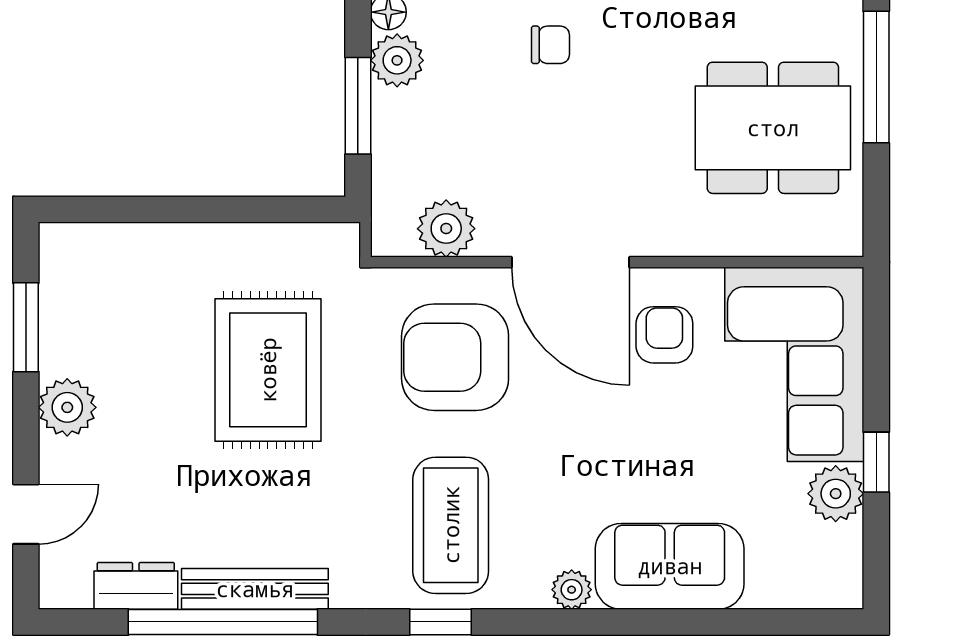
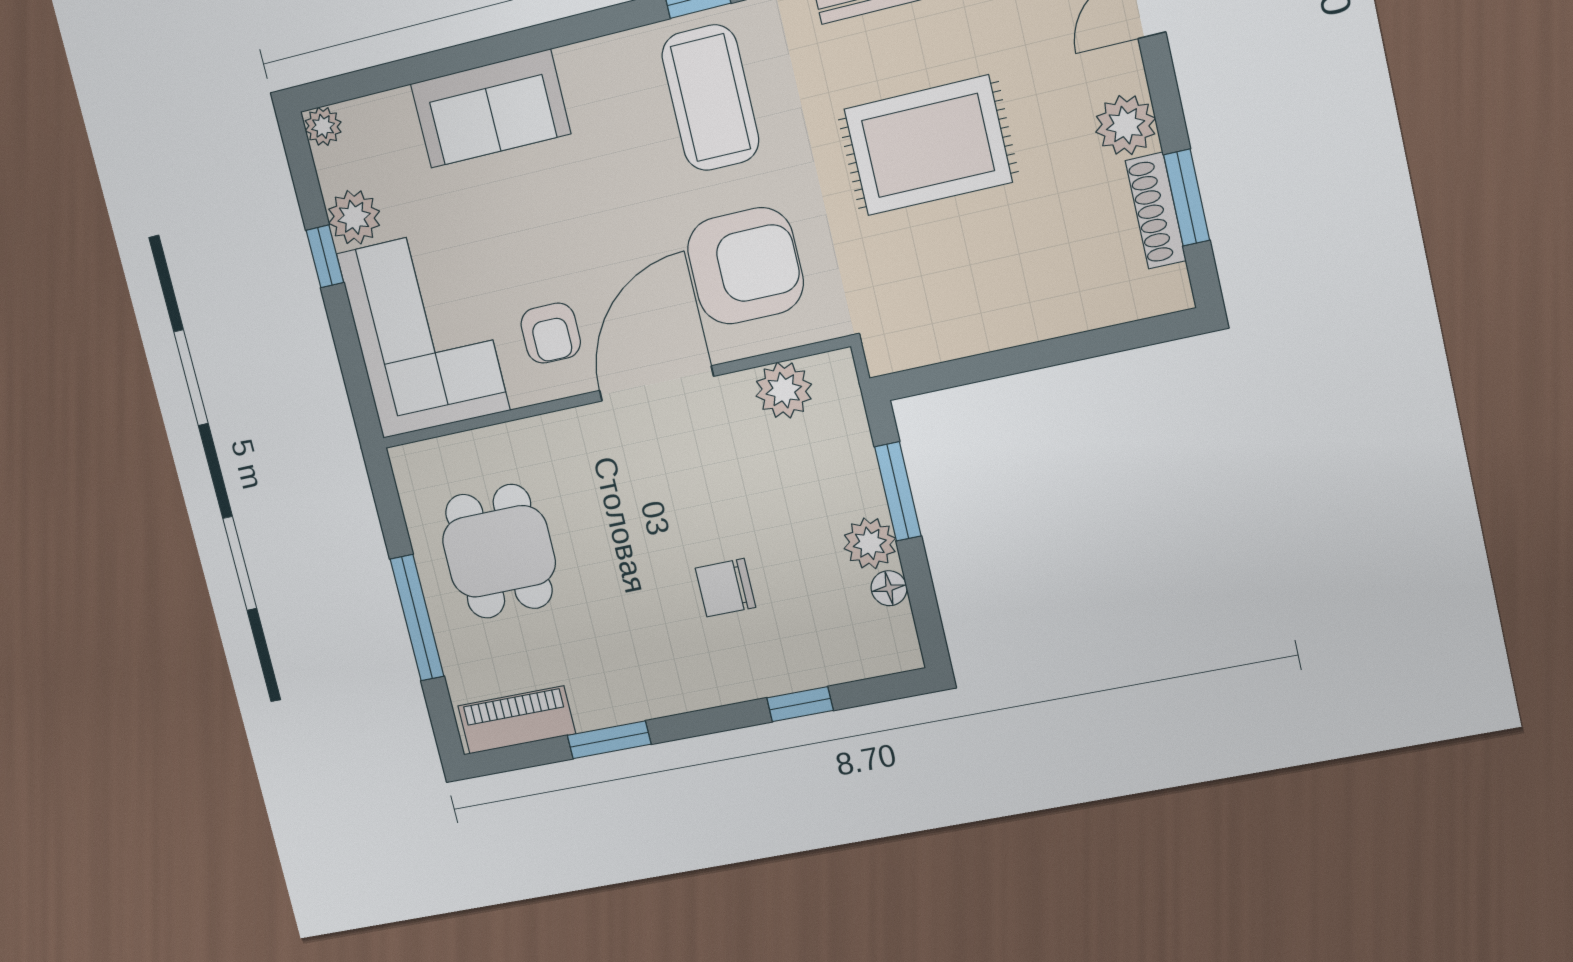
chair: (550, 45) -> (725, 588), width x1.37, depth x1.37
dining table: (773, 128) -> (499, 551), width x0.73
door: (571, 262) -> (656, 383), hinge flipped
shoe rack: (57, 322) -> (1156, 211), added
rug: (268, 370) -> (928, 146), moved, turned 90
plant: (572, 590) -> (323, 126), moved

